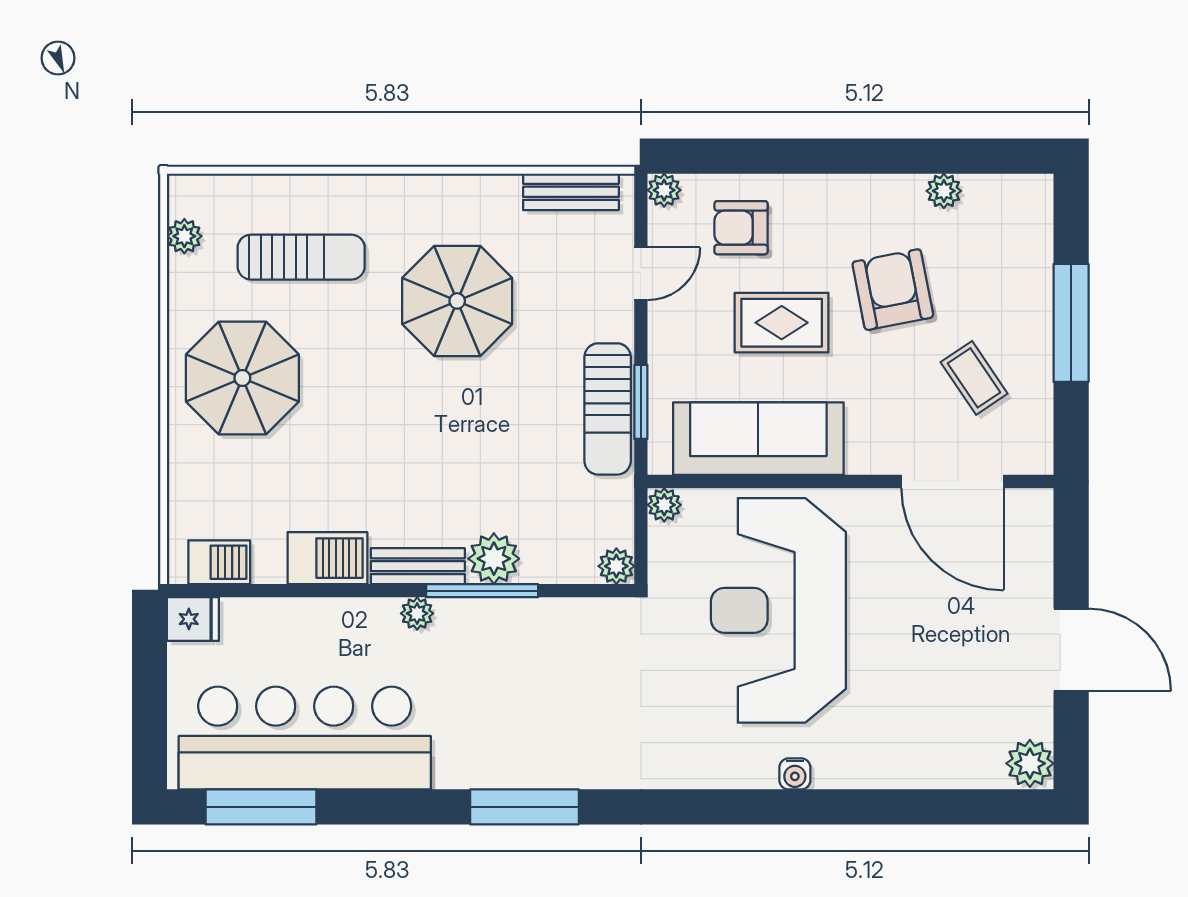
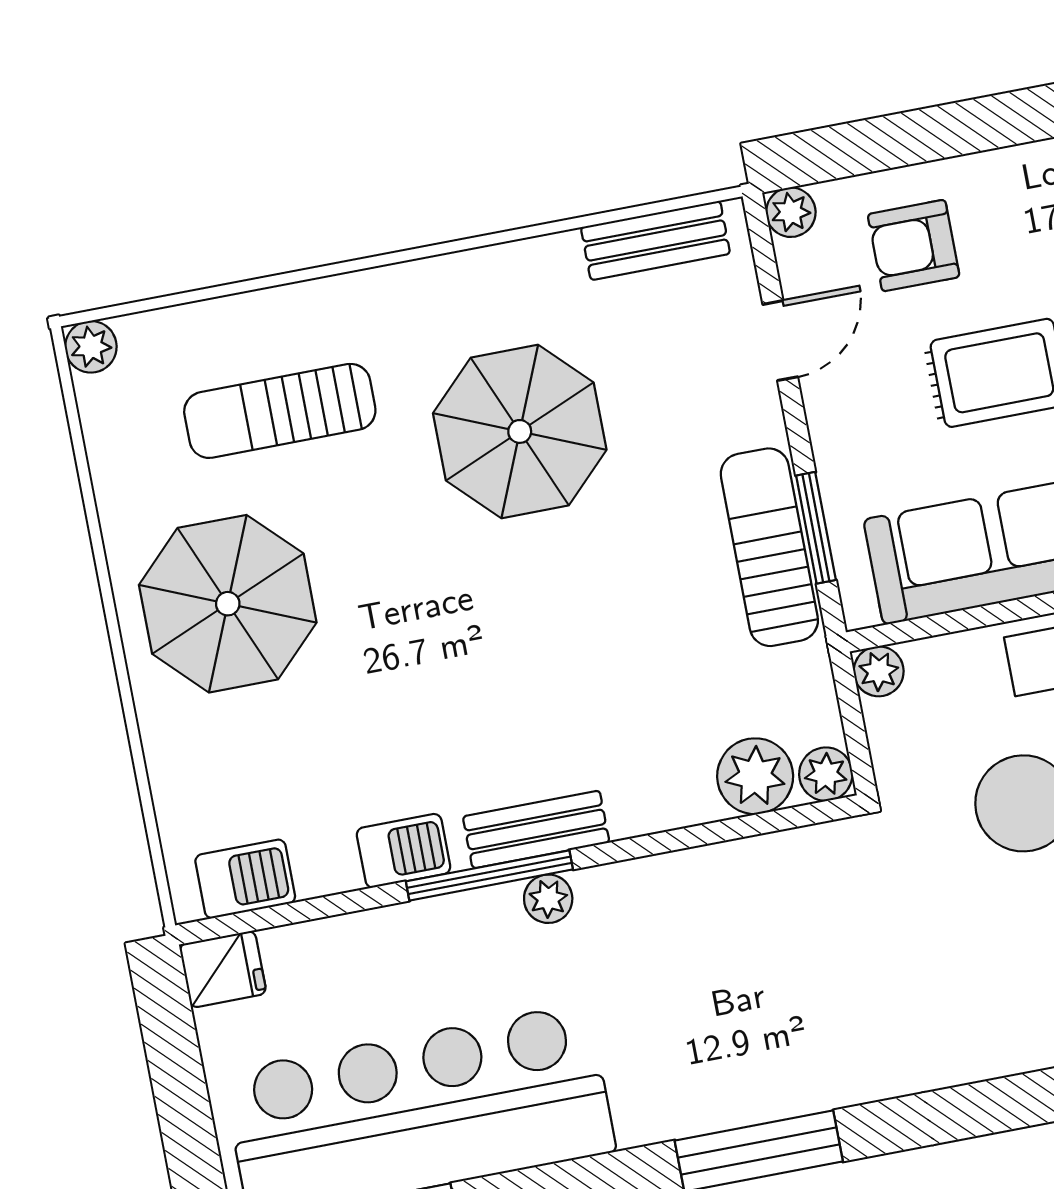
plant: (184, 236) -> (91, 347), moved
sun lounger: (301, 257) -> (280, 411), turned 180
sun lounger: (608, 409) -> (769, 547), turned 180
barbecue: (327, 558) -> (404, 851), width x0.73, depth x0.79
plant: (494, 559) -> (755, 776), moved
window: (482, 591) -> (489, 875), moved

